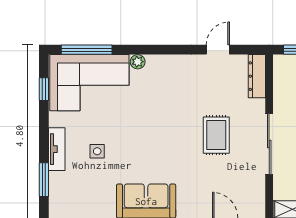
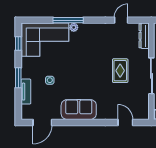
window: (87, 50) -> (68, 20), moved
tv unit: (57, 149) -> (26, 92), moved
window: (44, 180) -> (18, 78), moved

